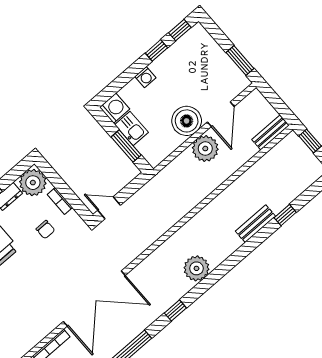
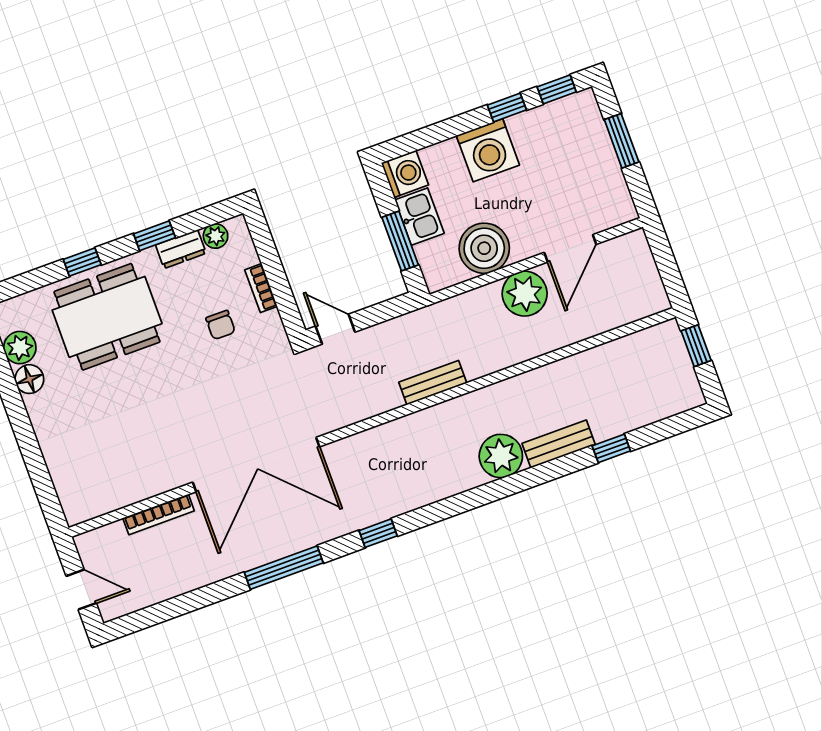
window: (240, 60) -> (622, 141), moved
washing machine: (145, 77) -> (488, 150), width x1.89, depth x1.89
boiler: (187, 121) -> (484, 248), moved
bench: (270, 133) -> (433, 383), moved
plant: (33, 183) -> (216, 236), width x0.53, depth x0.53
plant: (196, 268) -> (501, 456), moved

